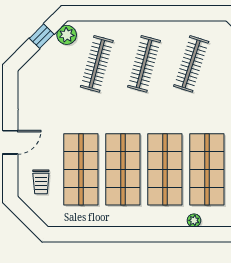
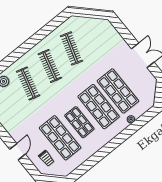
shop shelf: (123, 169) -> (79, 122), width x0.70, depth x0.74

